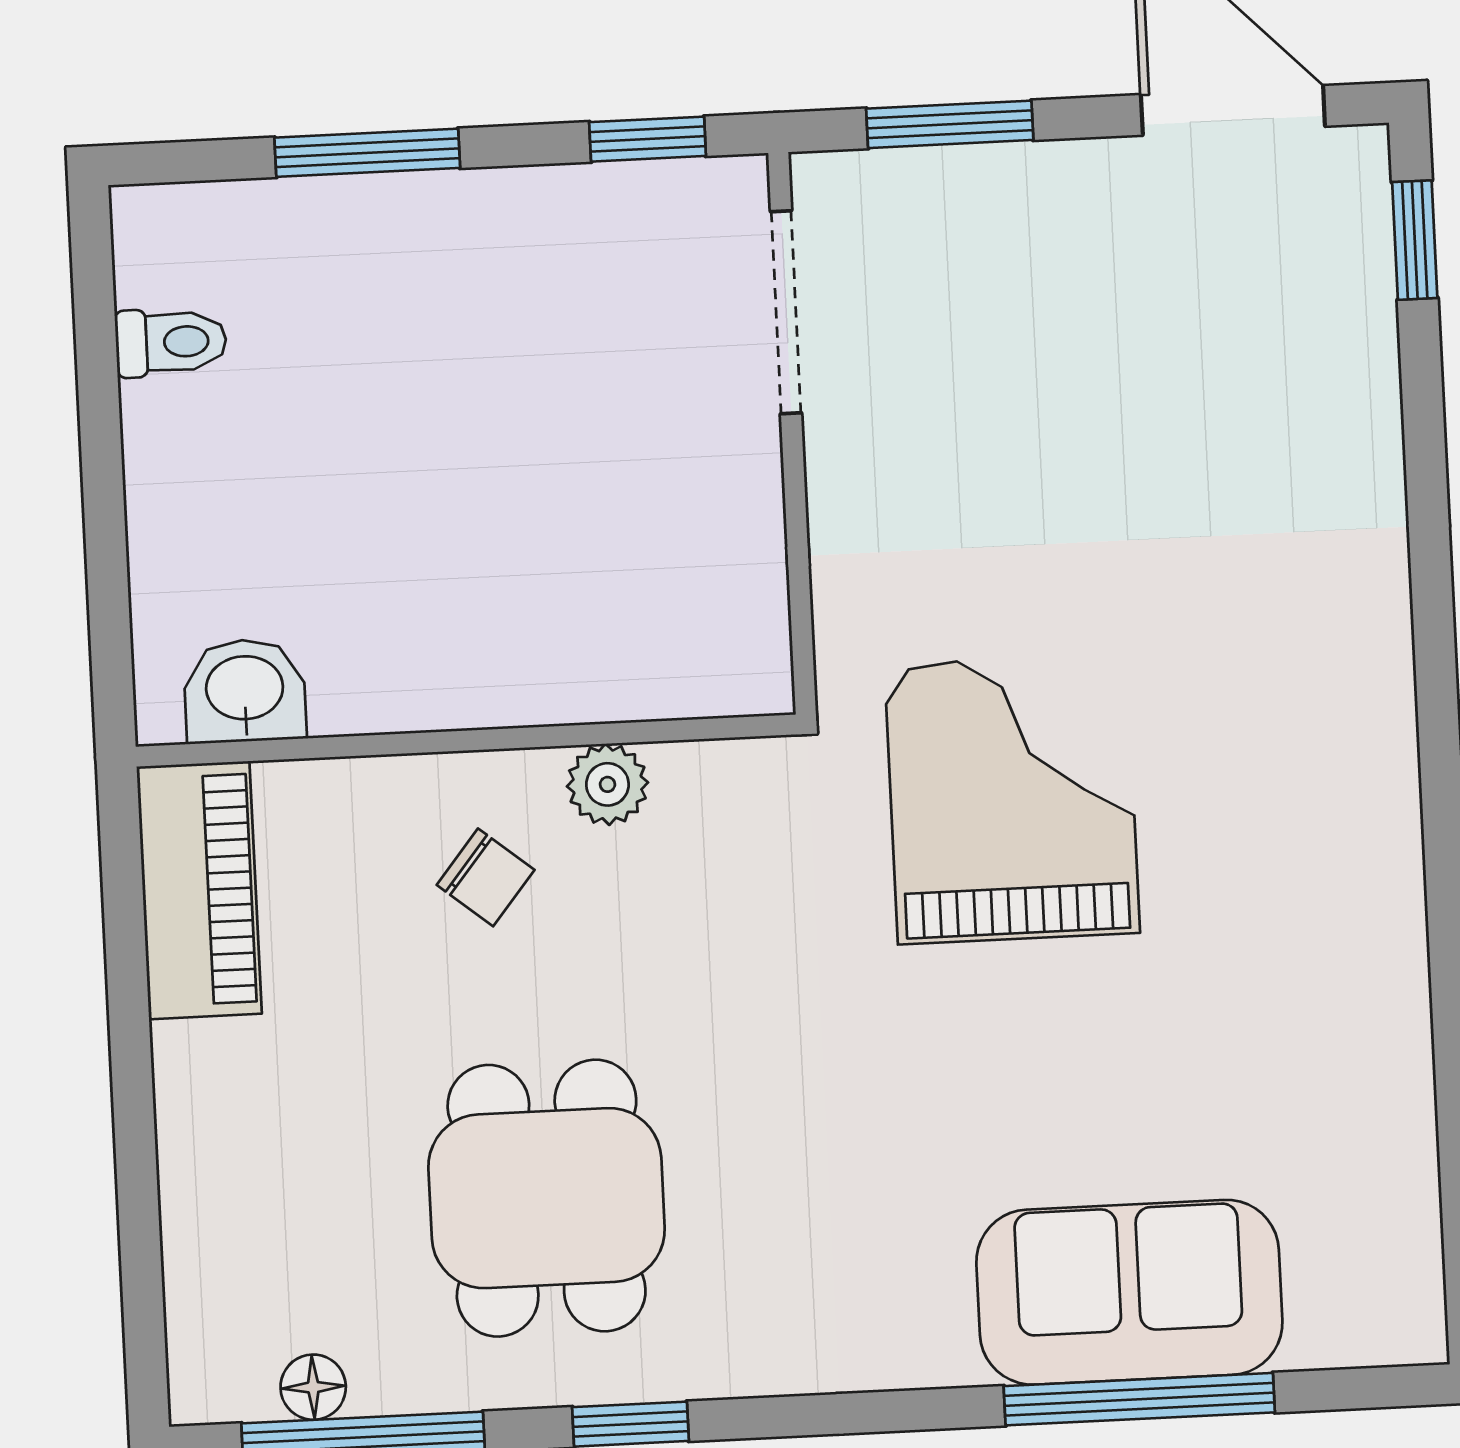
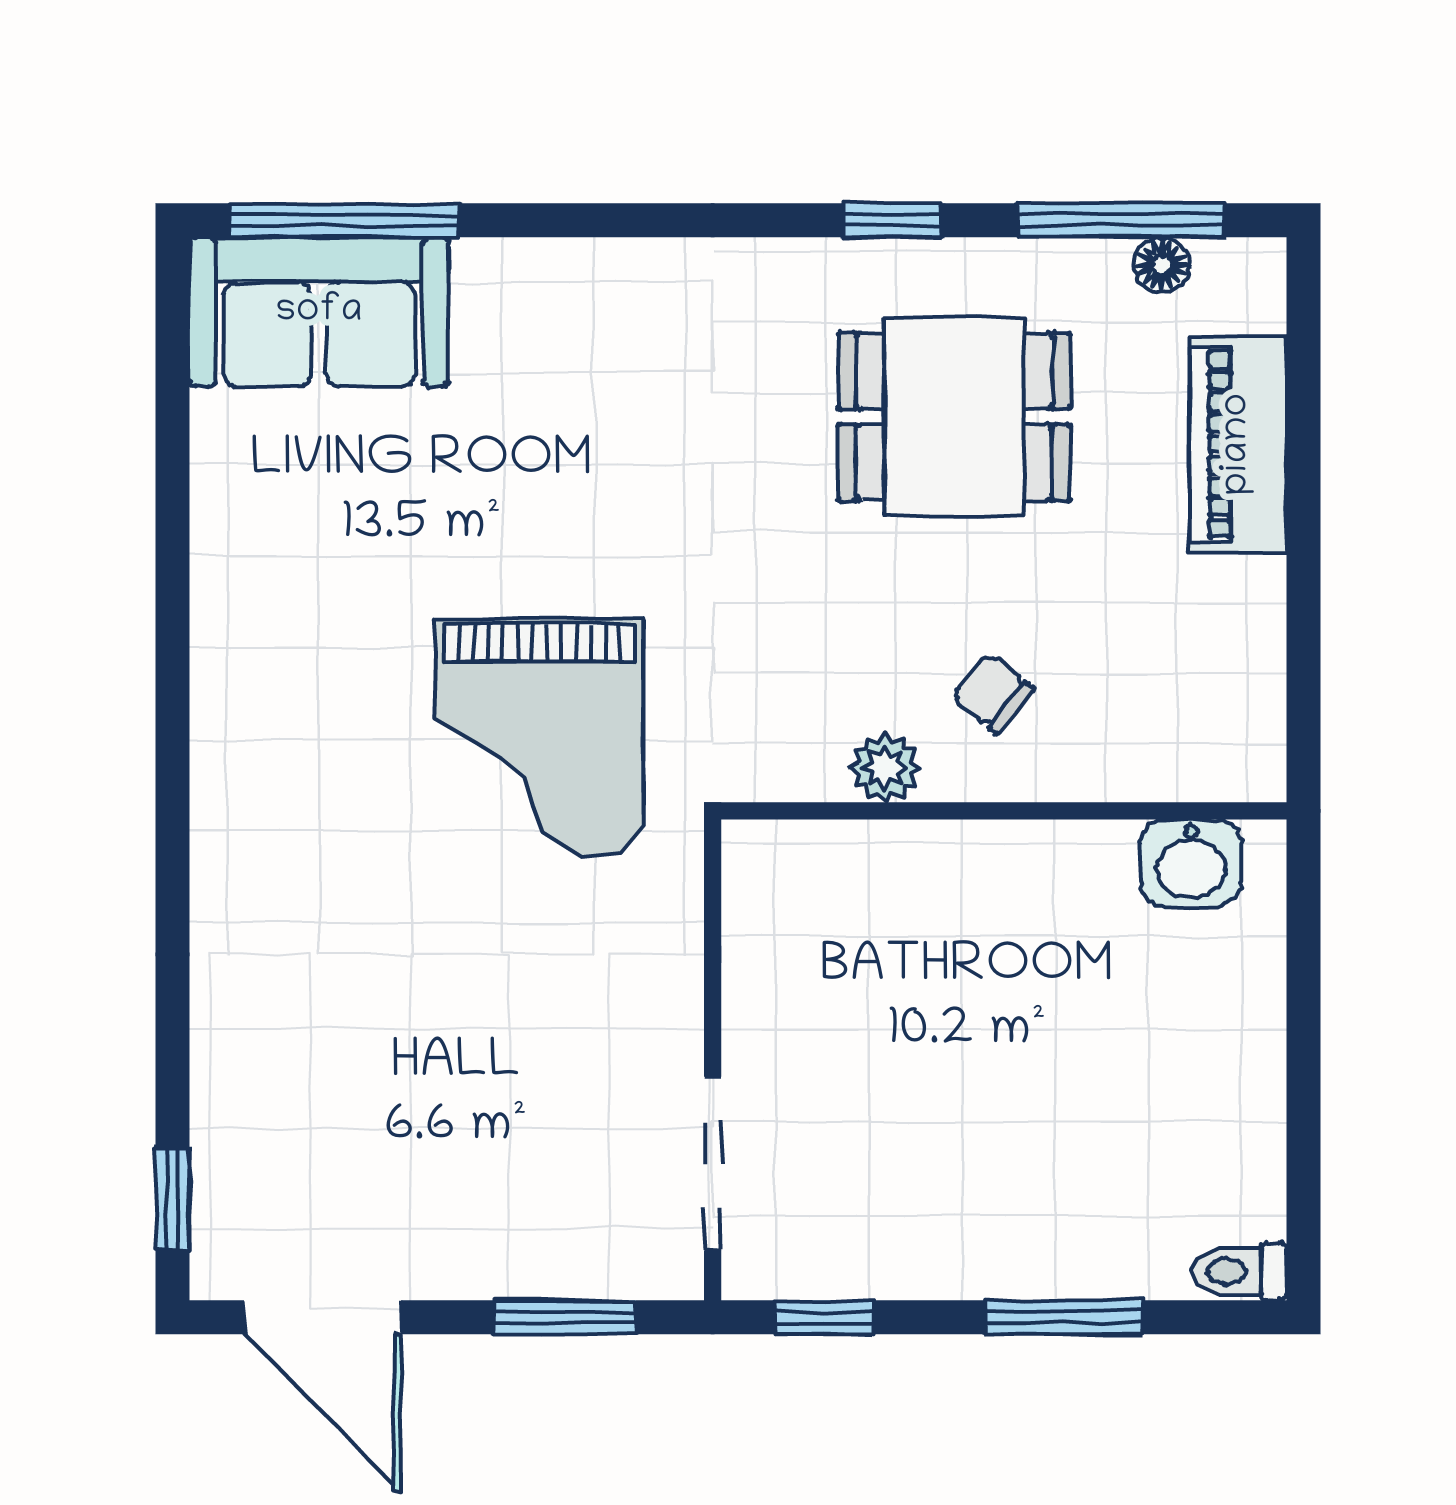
toilet: (171, 342) -> (1239, 1271), moved
piano: (199, 890) -> (1238, 444), moved
dining table: (547, 1198) -> (954, 417), turned 90
sofa: (1129, 1292) -> (319, 312), moved
window: (1139, 1399) -> (344, 220), moved

